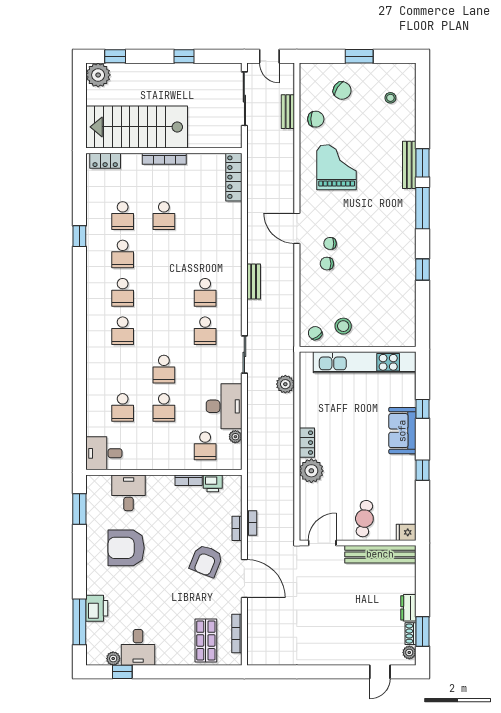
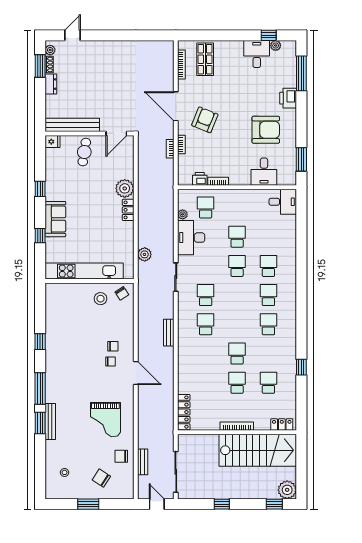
school desk: (123, 254) -> (237, 354), moved
school desk: (123, 407) -> (268, 266), moved
printer: (97, 608) -> (288, 98), moved

